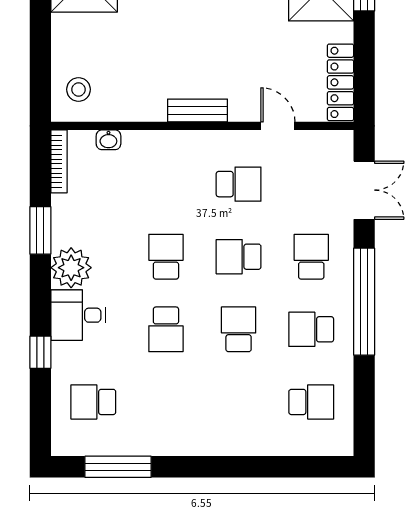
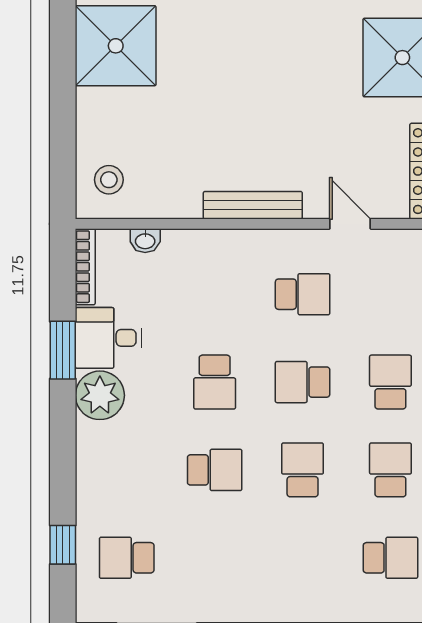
bench: (197, 111) -> (253, 205), width x1.36
school desk: (166, 257) -> (215, 382), turned 180
desk: (78, 315) -> (108, 338), moved
school desk: (166, 329) -> (215, 470), turned -90
school desk: (311, 329) -> (390, 470), turned 90
window: (40, 352) -> (63, 545), moved

